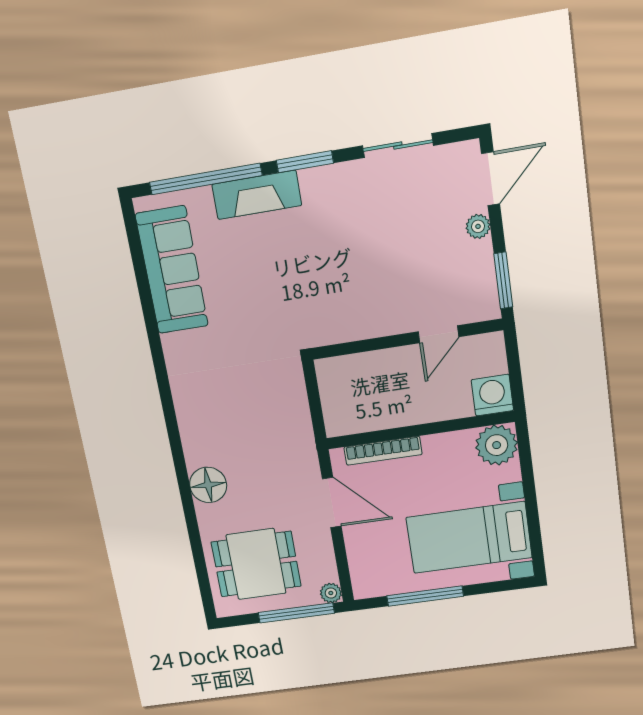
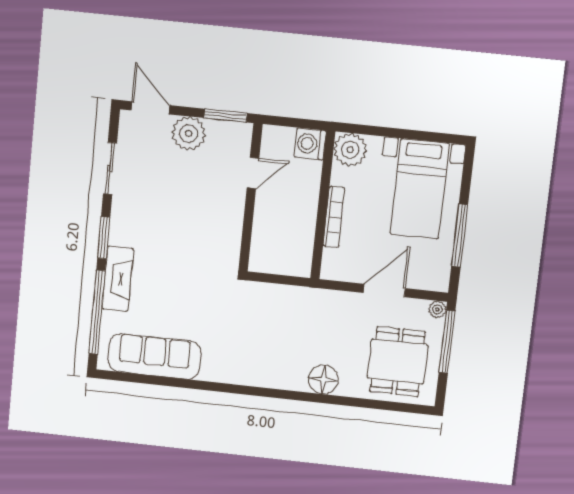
plant: (478, 226) -> (189, 134), width x1.88, depth x1.88
door: (438, 334) -> (253, 173), hinge flipped
bookcase: (383, 451) -> (334, 217), moved
door: (332, 503) -> (384, 290), moved

